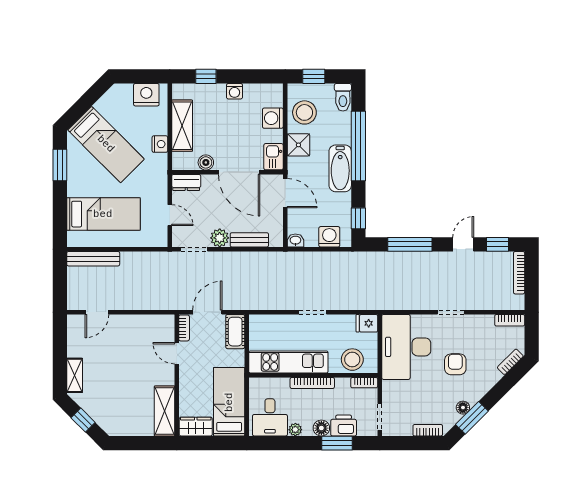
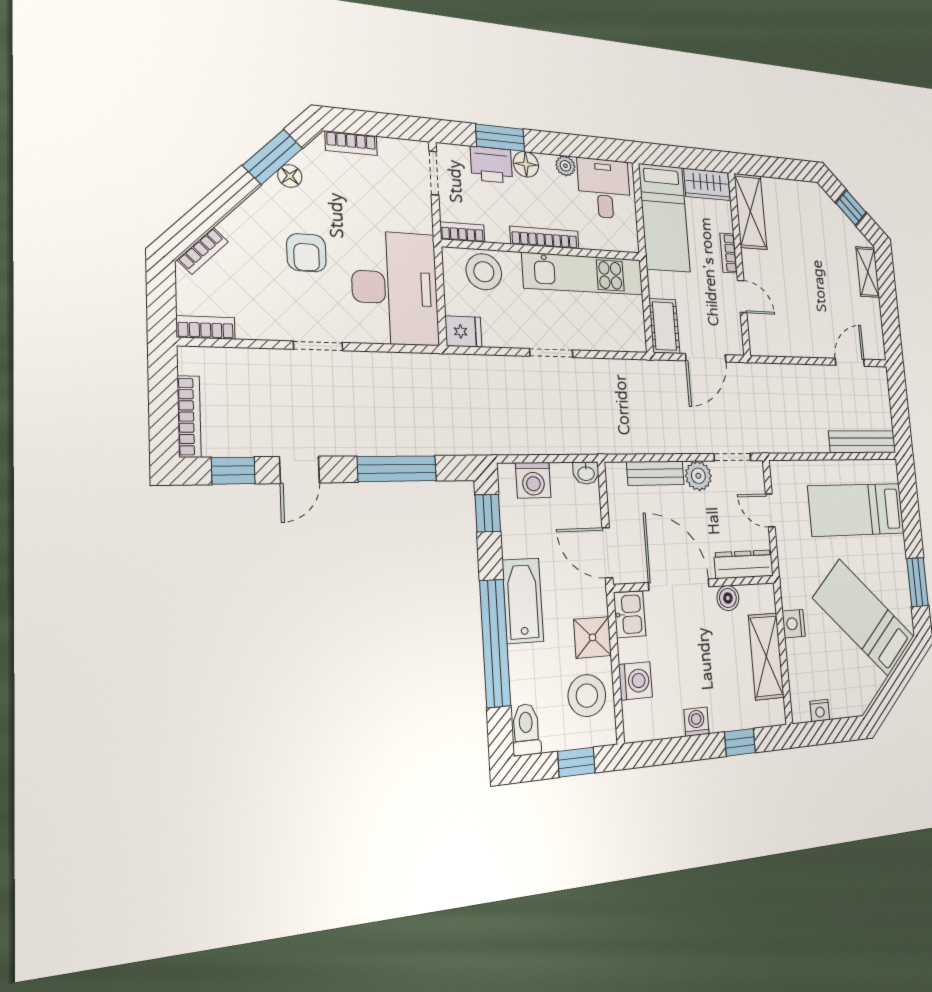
nightstand: (146, 95) -> (820, 710), width x0.53, depth x0.56
dresser: (186, 182) -> (744, 564), width x1.44
bookcase: (184, 328) -> (728, 253), moved

